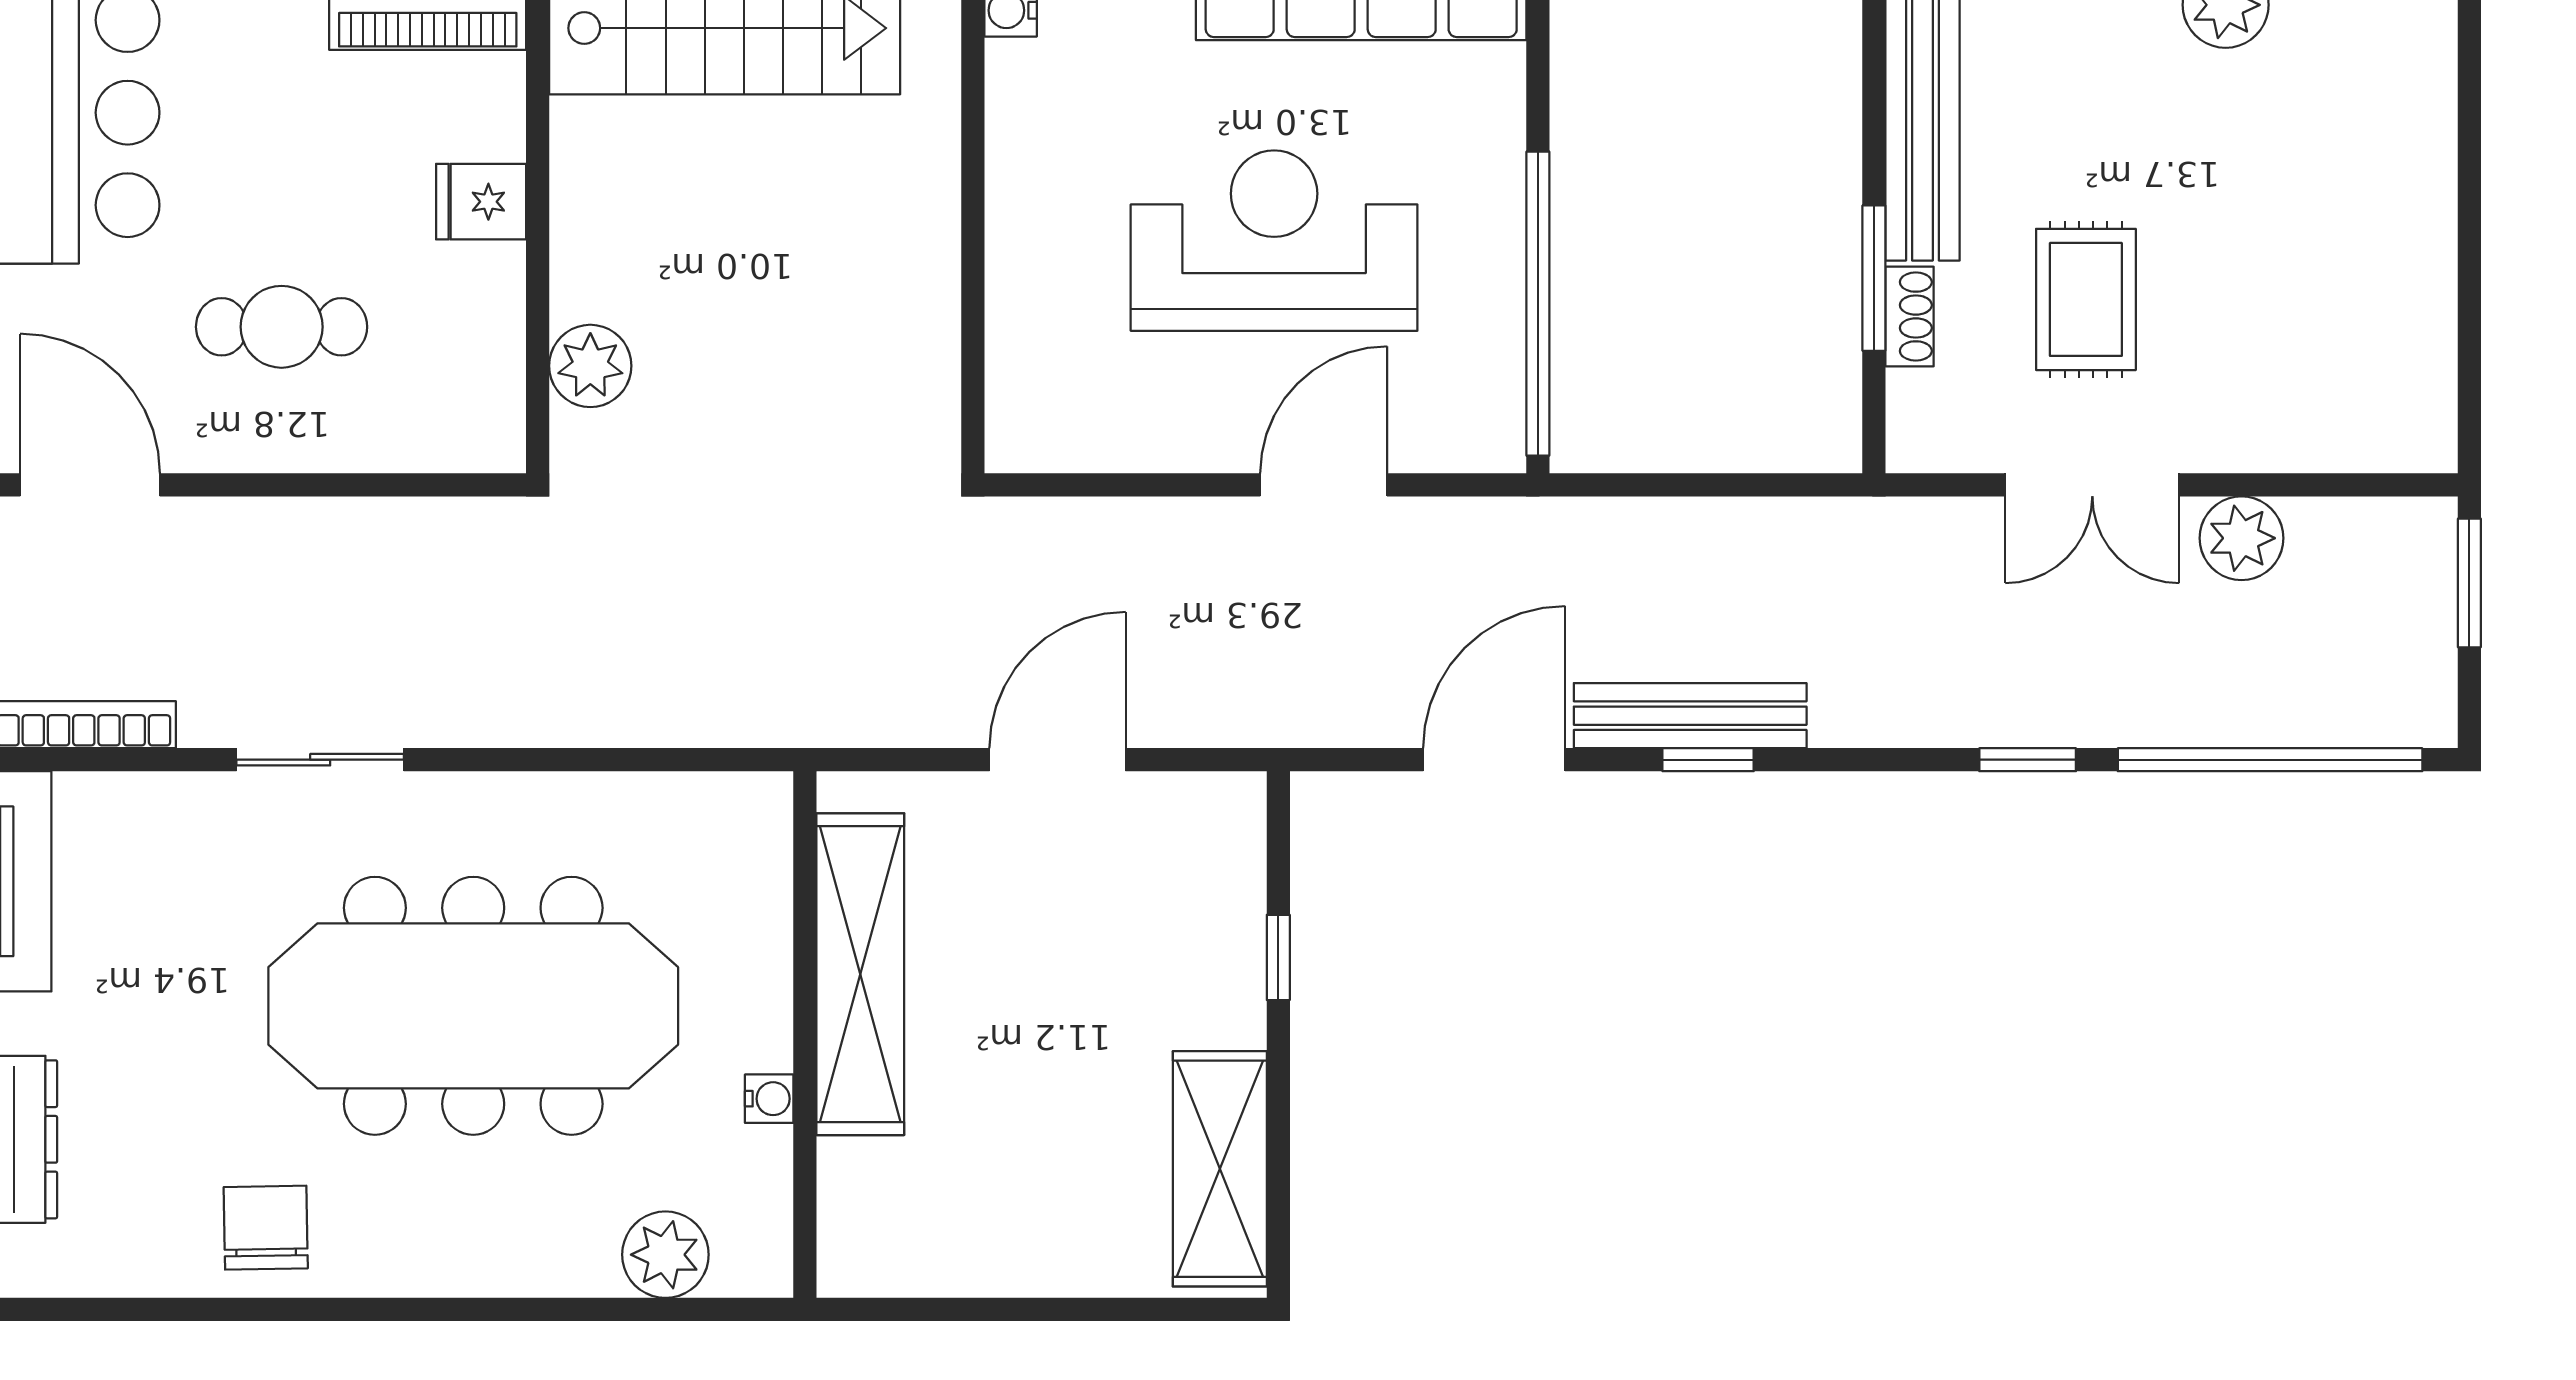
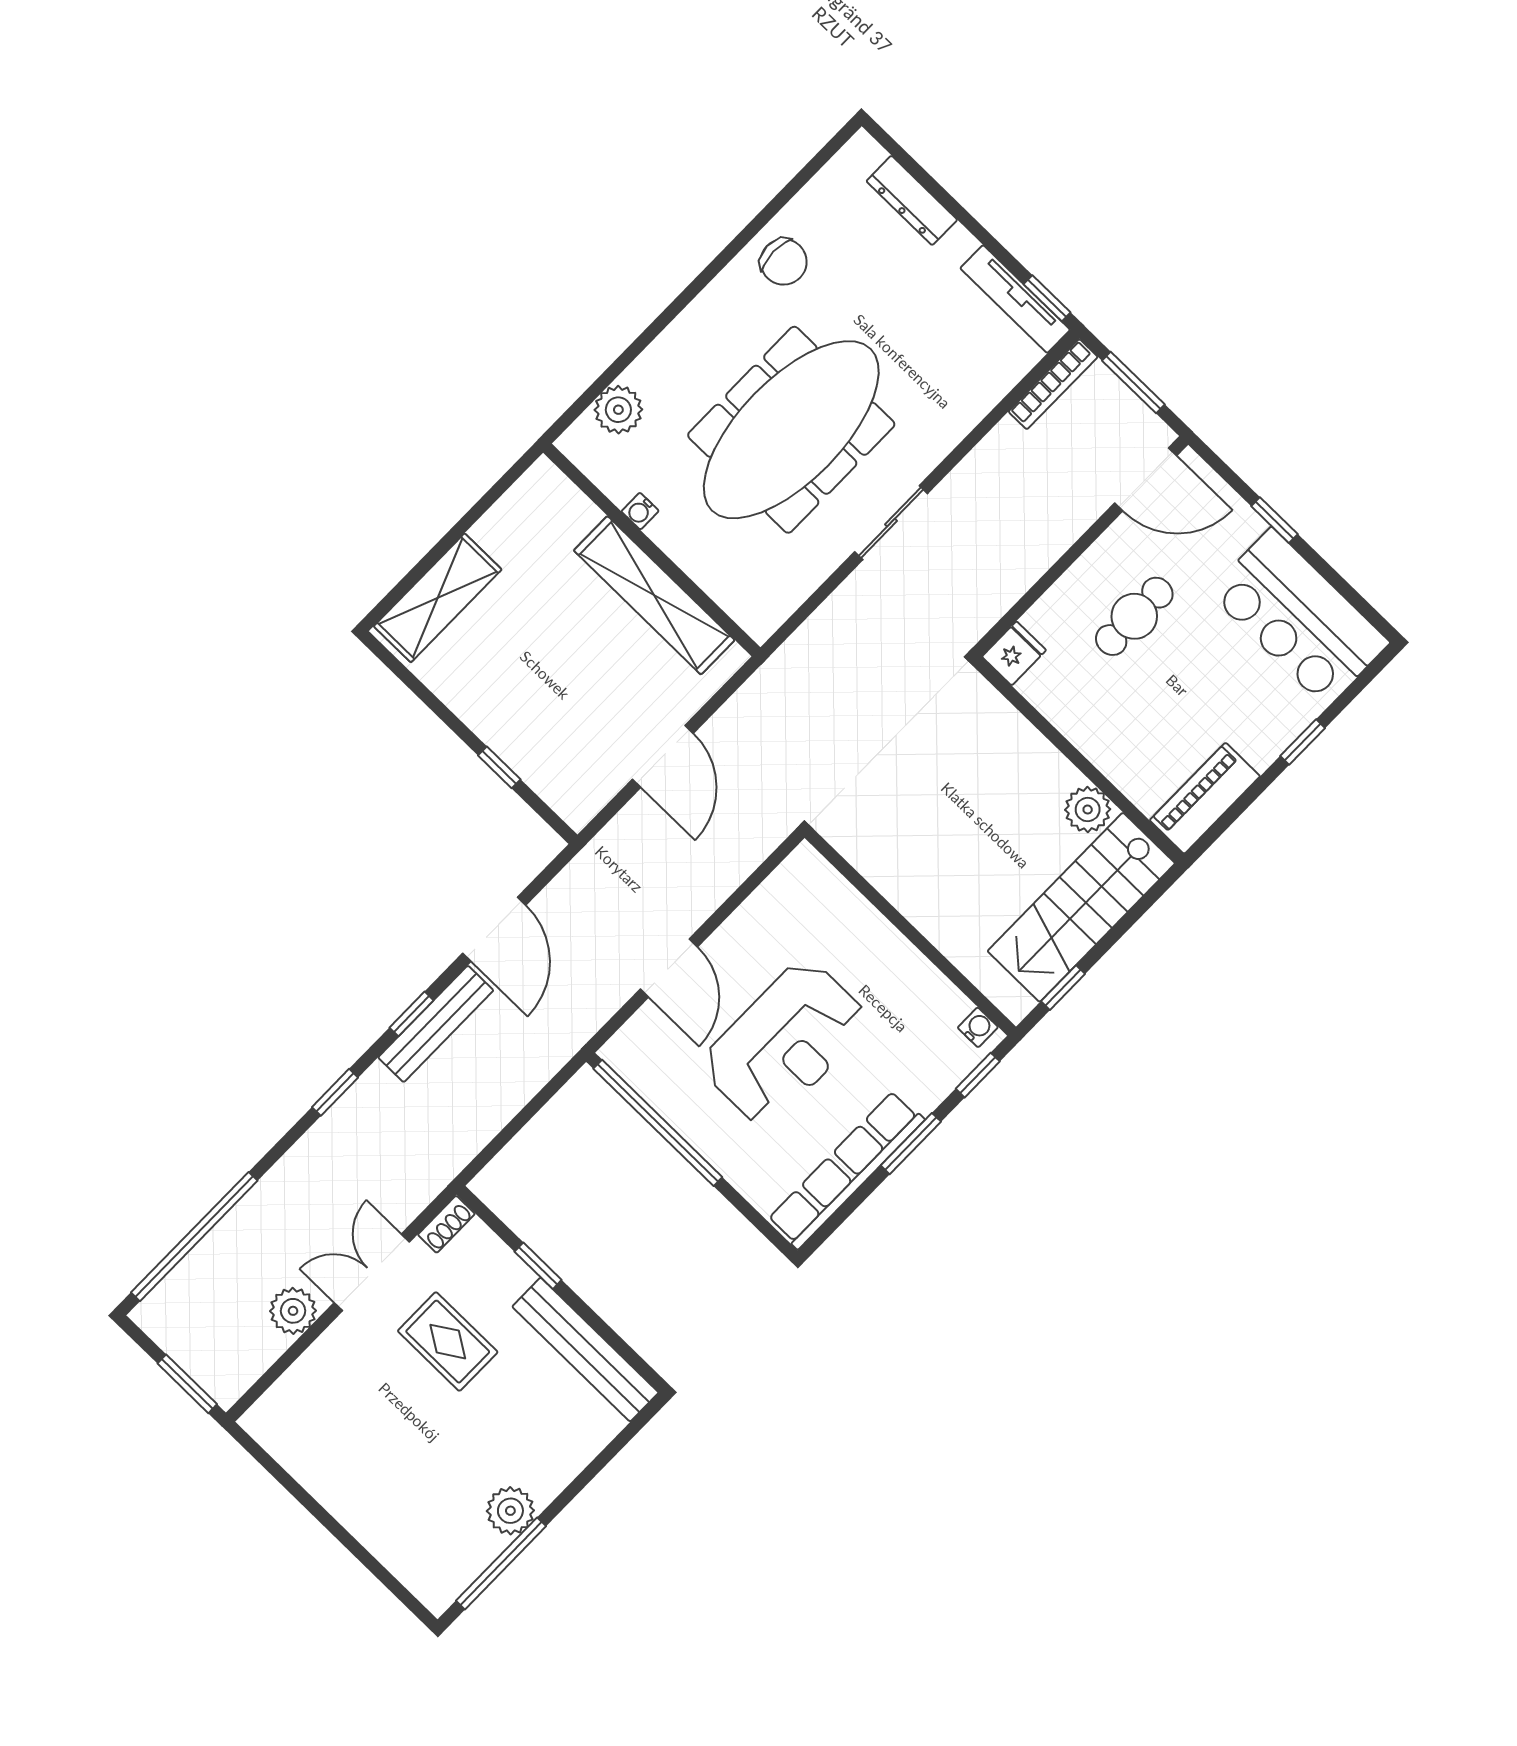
fridge: (481, 202) -> (1014, 653), moved
window: (1874, 278) -> (538, 1266), width x0.67
shoe rack: (1910, 317) -> (446, 1224), moved, turned -90
plant: (590, 366) -> (1088, 810), moved
sliding door: (320, 760) -> (891, 523), moved
window: (2028, 760) -> (335, 1092), moved
shelving: (1220, 1169) -> (438, 598), moved, turned 90

